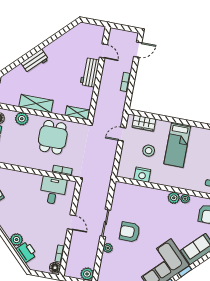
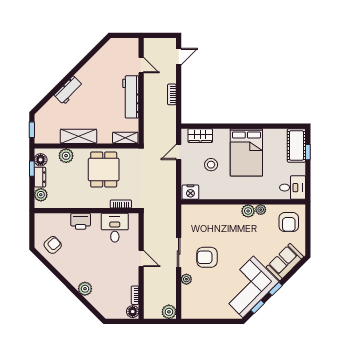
workbench: (90, 72) -> (131, 97), width x1.38
bed: (177, 145) -> (246, 152), width x1.50
nightstand: (142, 175) -> (190, 192), moved
printer: (26, 252) -> (81, 221), moved, turned 135

